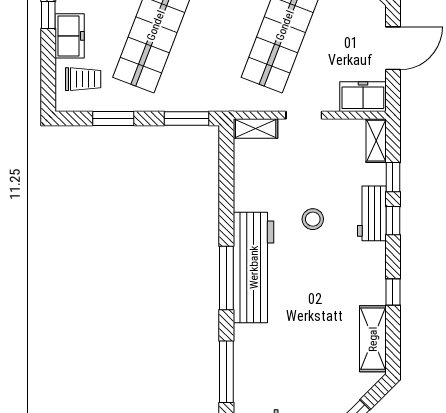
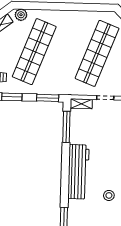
stool: (313, 219) -> (109, 195), moved
window: (226, 278) -> (66, 127), moved

